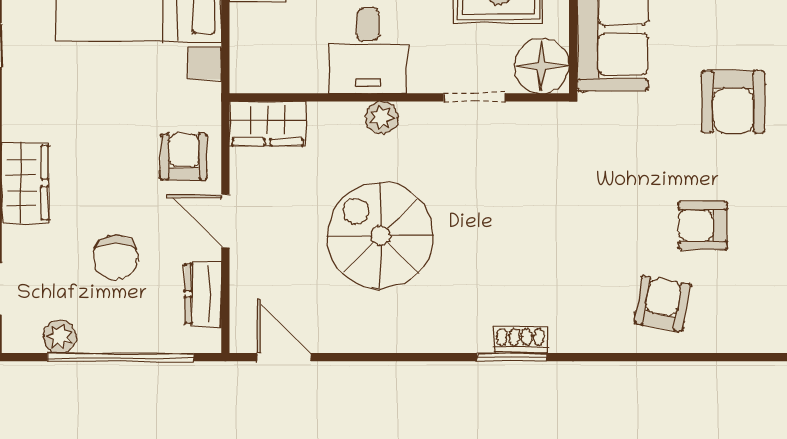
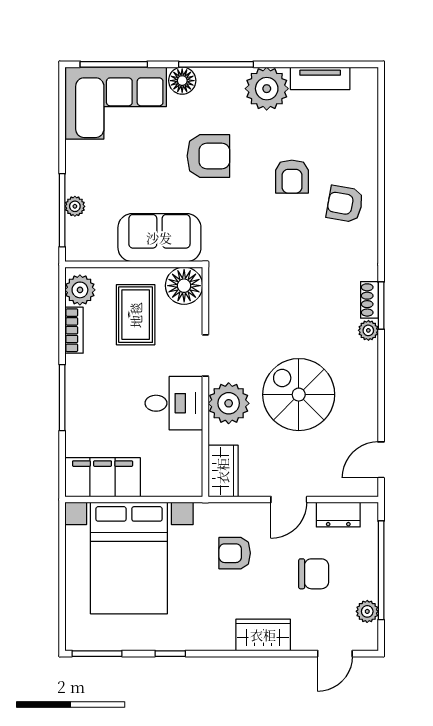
doorway: (474, 97) -> (205, 355), moved
plant: (382, 118) -> (229, 403), width x1.88, depth x1.88
armchair: (184, 157) -> (235, 553), moved
spiral stairs: (381, 235) -> (299, 395), turned 90
plant: (475, 338) -> (368, 330), added

